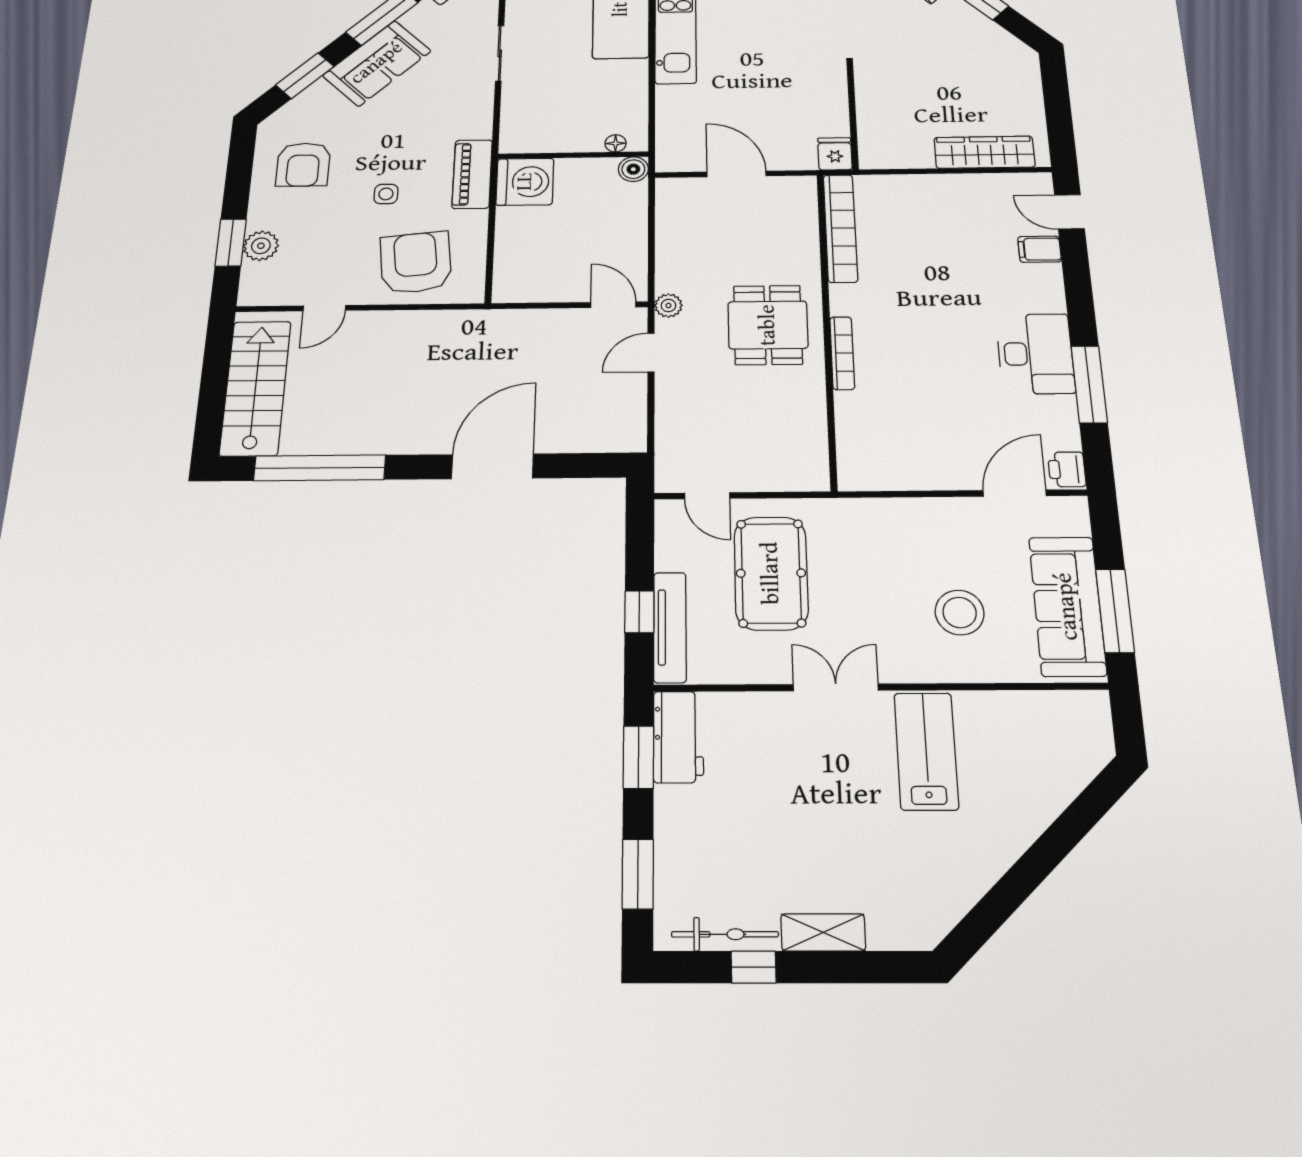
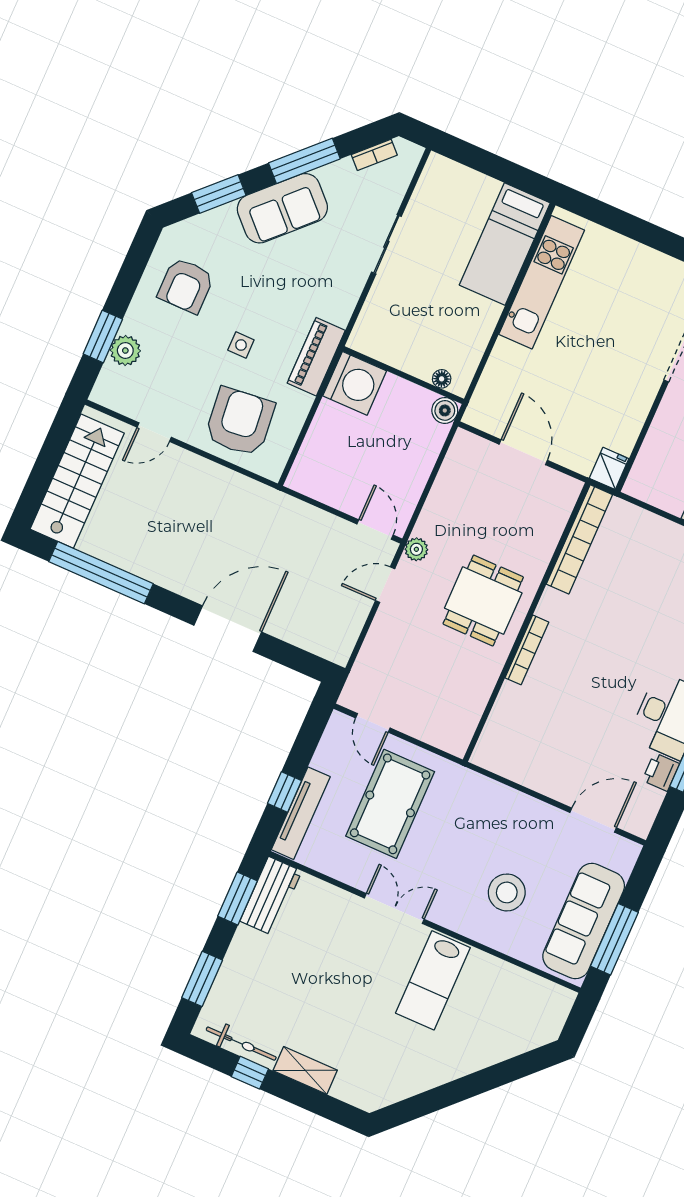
printer: (1067, 469) -> (661, 772), moved
lab bench: (926, 751) -> (433, 980), turned 180

